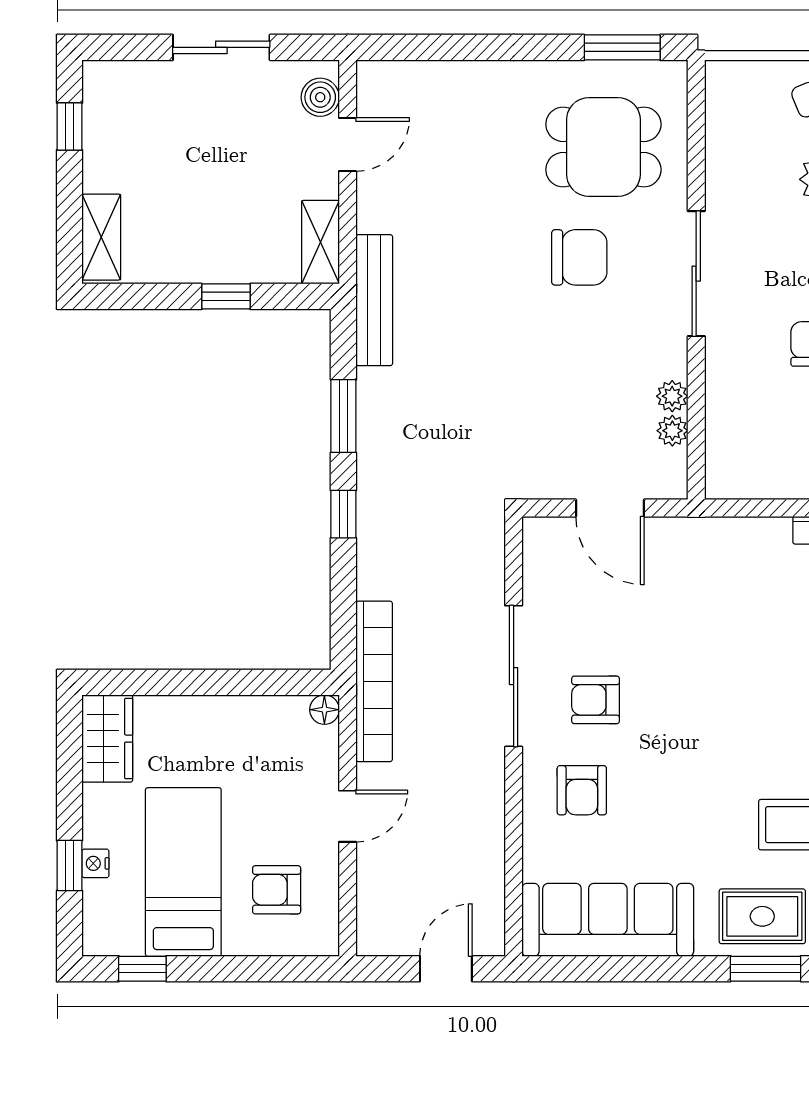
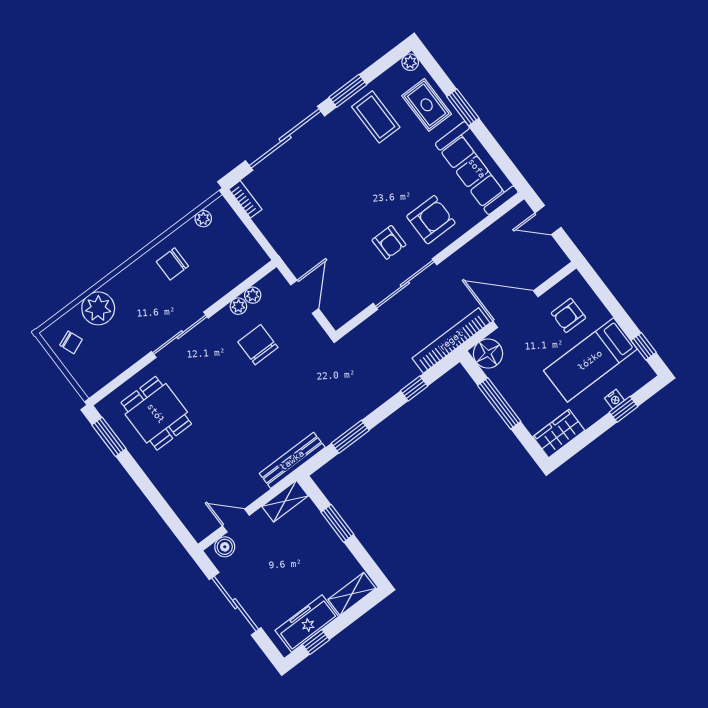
sliding door: (221, 47) -> (235, 604), width x1.37
freezer: (108, 134) -> (307, 623), added
chair: (579, 257) -> (258, 345), moved
window: (226, 296) -> (337, 523), width x1.50
window: (343, 514) -> (414, 388), moved
window: (222, 682) -> (499, 403), added
floor lamp: (324, 710) -> (488, 354), width x1.89, depth x1.89
armchair: (582, 790) -> (431, 220), width x1.38, depth x1.38
door: (348, 816) -> (515, 309), width x1.88
armchair: (277, 890) -> (568, 315), turned 90
window: (766, 969) -> (463, 107), moved

